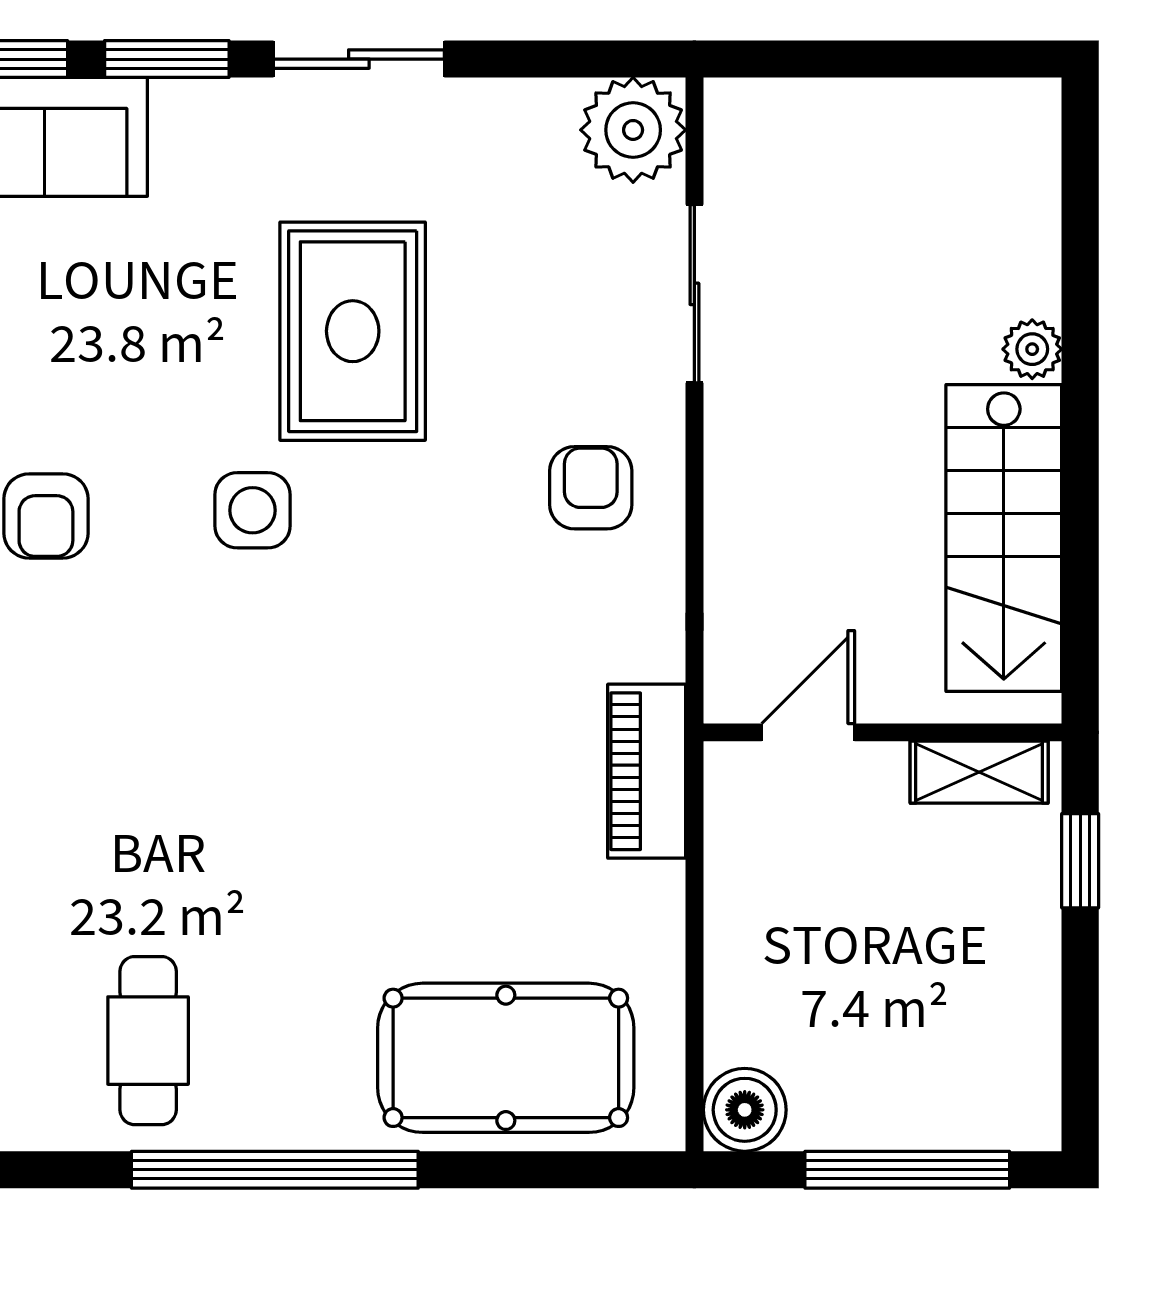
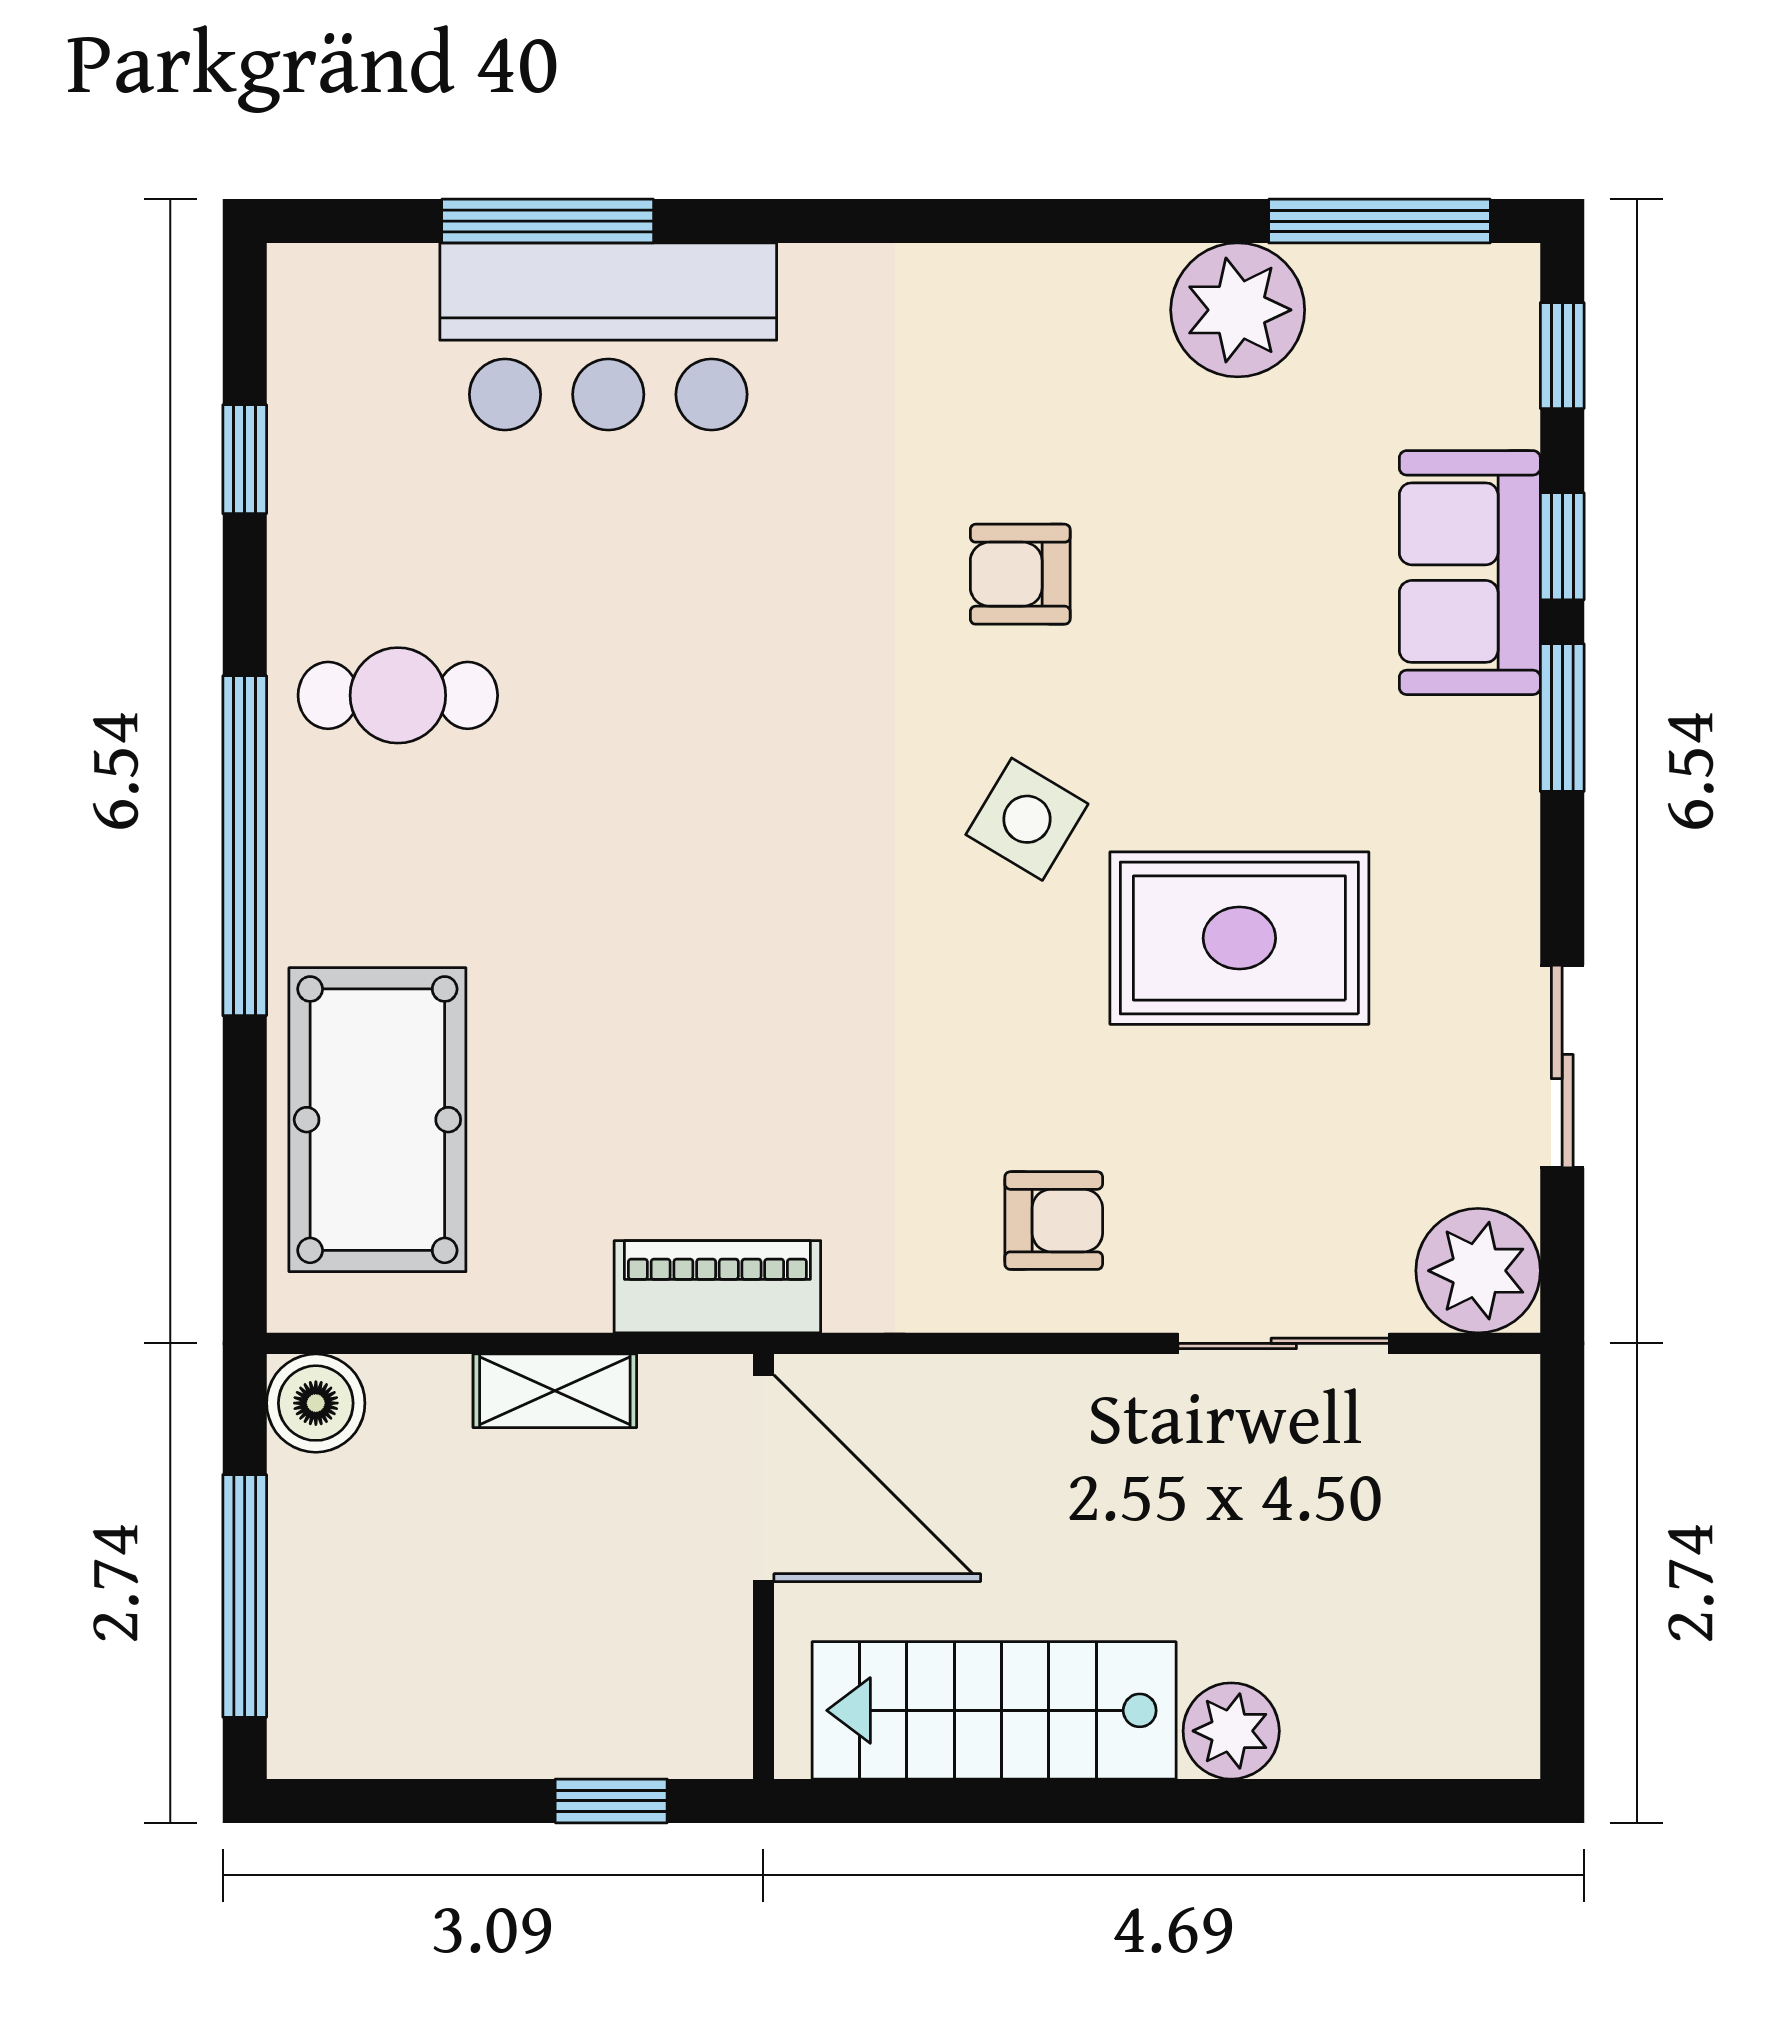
sliding door: (359, 59) -> (1562, 1067), moved
plant: (1032, 349) -> (1231, 1731), width x1.38, depth x1.38
side table: (253, 510) -> (1027, 819), turned 31
door: (808, 732) -> (763, 1478), width x1.88
shelving: (979, 772) -> (555, 1391), moved, turned 90

